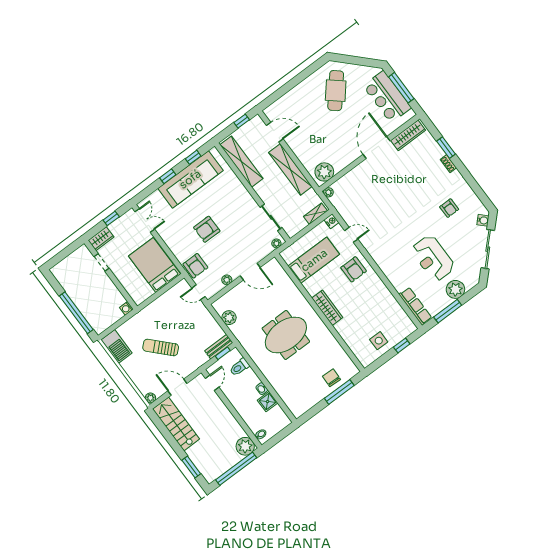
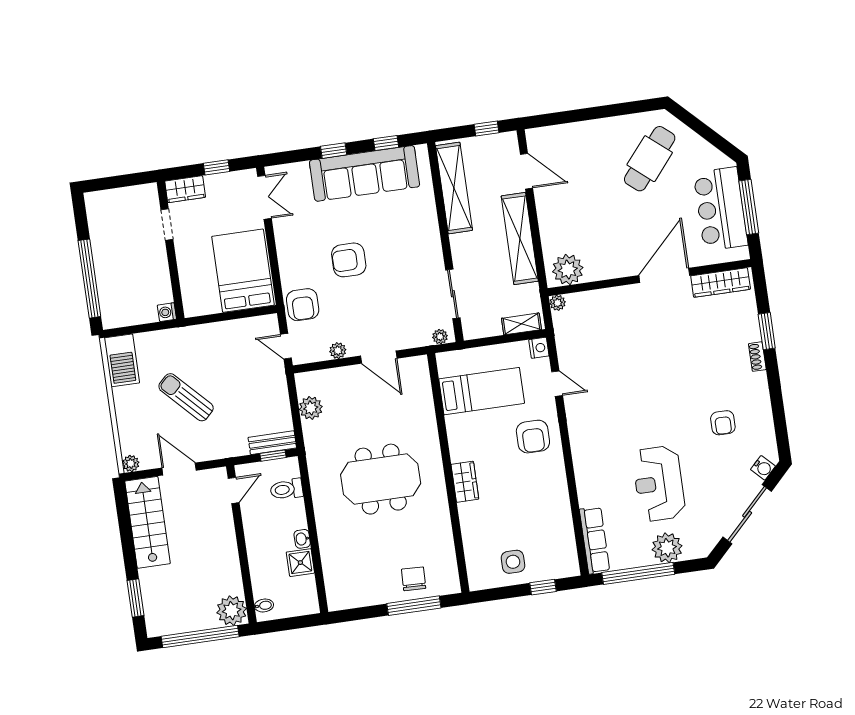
wardrobe: (327, 308) -> (465, 482), width x0.67
window: (448, 311) -> (638, 573), width x1.46

